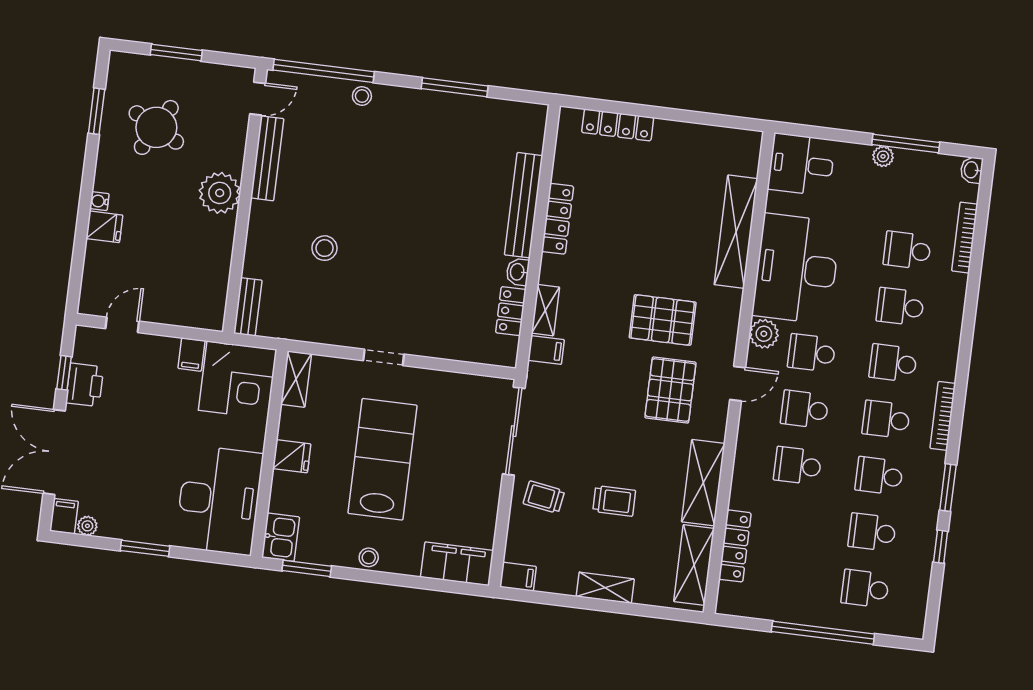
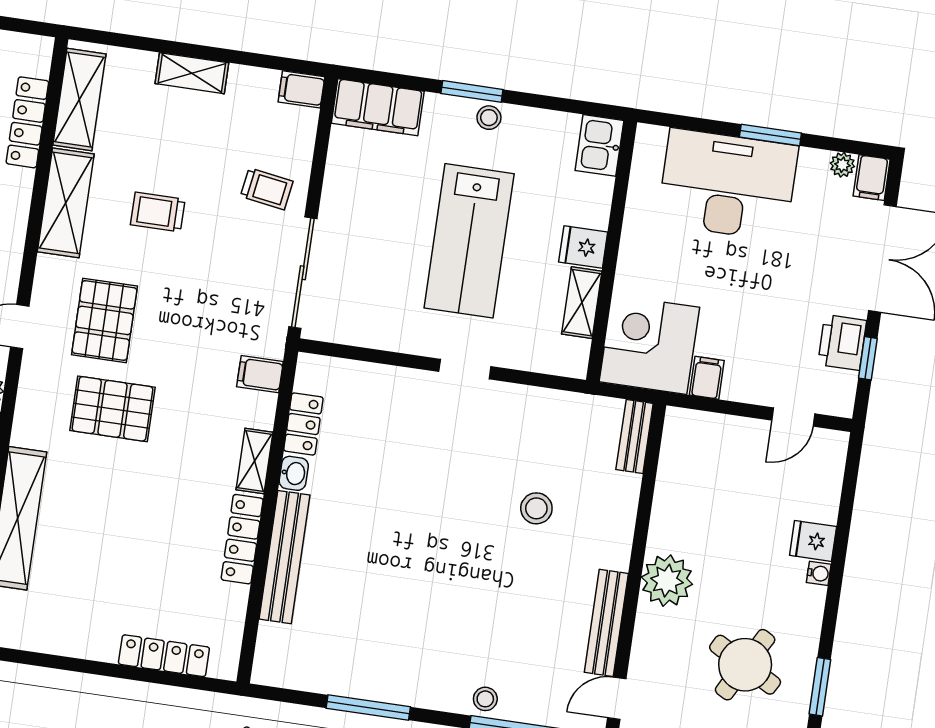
shelving: (545, 310) -> (255, 461), moved
shelving: (296, 379) -> (582, 303), moved
desk: (219, 500) -> (728, 185), moved, turned 90
trolley: (614, 501) -> (158, 212), moved
window: (307, 568) -> (472, 91), moved

